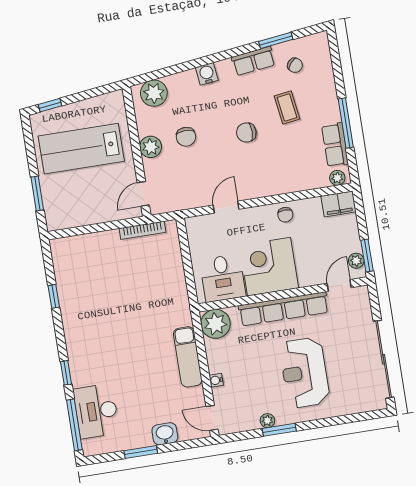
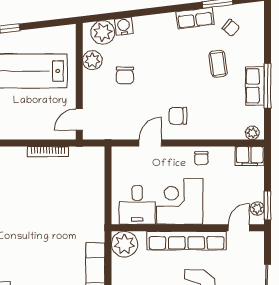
water cooler: (207, 74) -> (124, 26), moved
chair: (246, 133) -> (178, 116), moved
row of seats: (335, 145) -> (255, 86), moved
plant: (151, 147) -> (92, 60), moved
bookcase: (142, 230) -> (48, 152), moved

